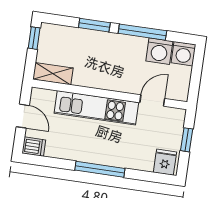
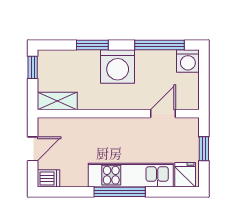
window: (142, 32) -> (160, 45), moved
washing machine: (159, 51) -> (118, 67), moved, width x1.37, depth x1.37
kitchen unit: (96, 108) -> (131, 175), moved, turned 180
door: (23, 116) -> (33, 149), hinge flipped

